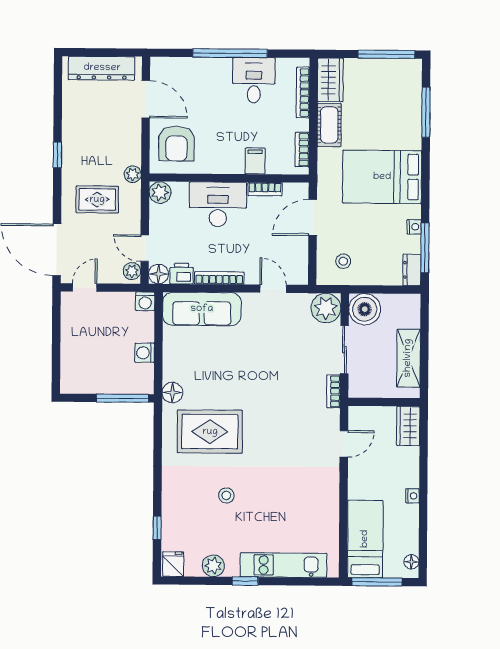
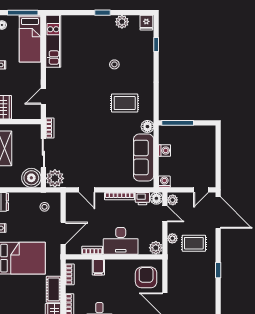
plant: (133, 174) -> (172, 238), moved
sofa: (202, 309) -> (144, 157), moved, turned -90
rug: (210, 432) -> (125, 103), width x0.73, depth x0.70
kitchen unit: (283, 565) -> (53, 41), moved, turned -90

